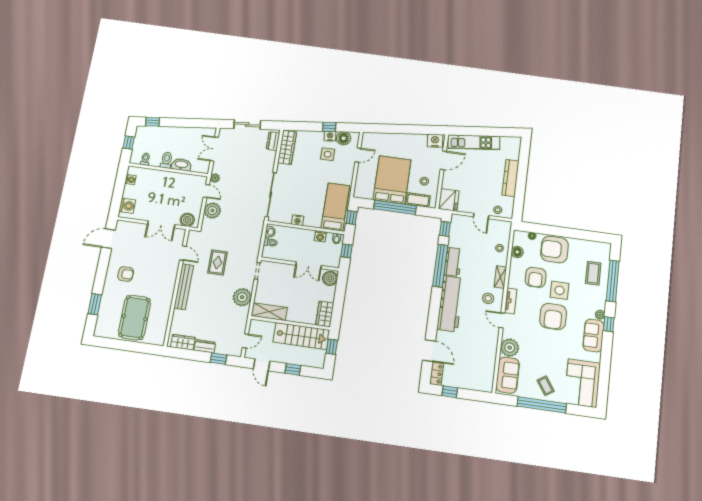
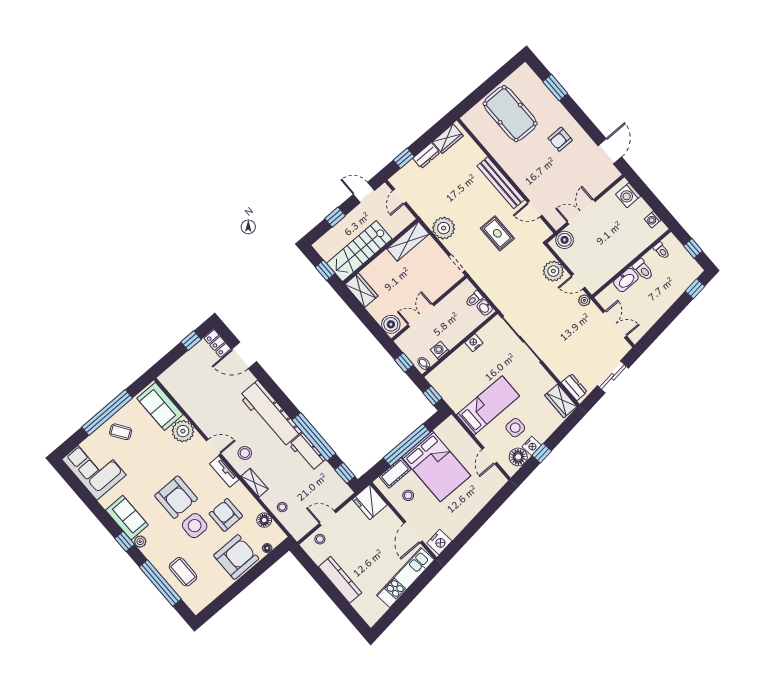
wardrobe: (287, 147) -> (561, 401), width x0.67
bed: (335, 207) -> (488, 405), moved, turned -90
armchair: (553, 317) -> (176, 497), turned 180

